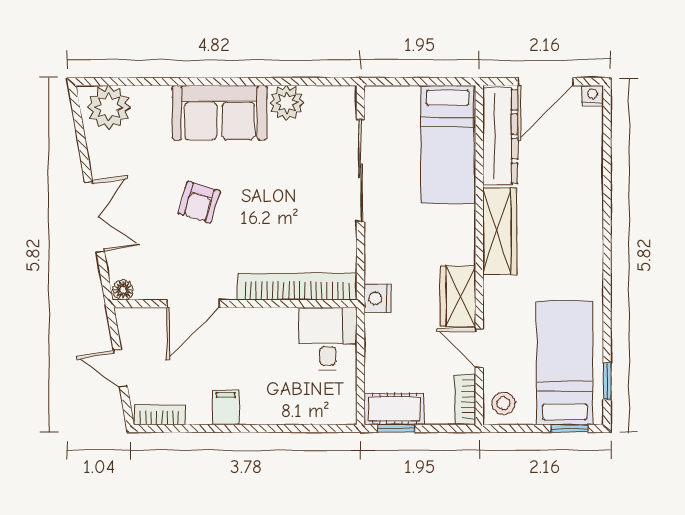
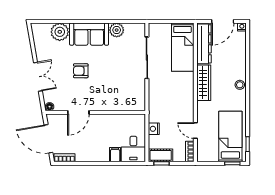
plant: (109, 107) -> (60, 32), moved
armchair: (199, 202) -> (81, 71), turned 73
bookcase: (297, 286) -> (121, 105), removed
wardrobe: (458, 296) -> (187, 109), removed
nightstand: (377, 298) -> (154, 129), moved
desk: (328, 339) -> (133, 149), moved, turned 180
door: (120, 368) -> (48, 139), width x1.87
stool: (503, 403) -> (240, 85), moved
filing cabinet: (226, 407) -> (115, 155), moved

